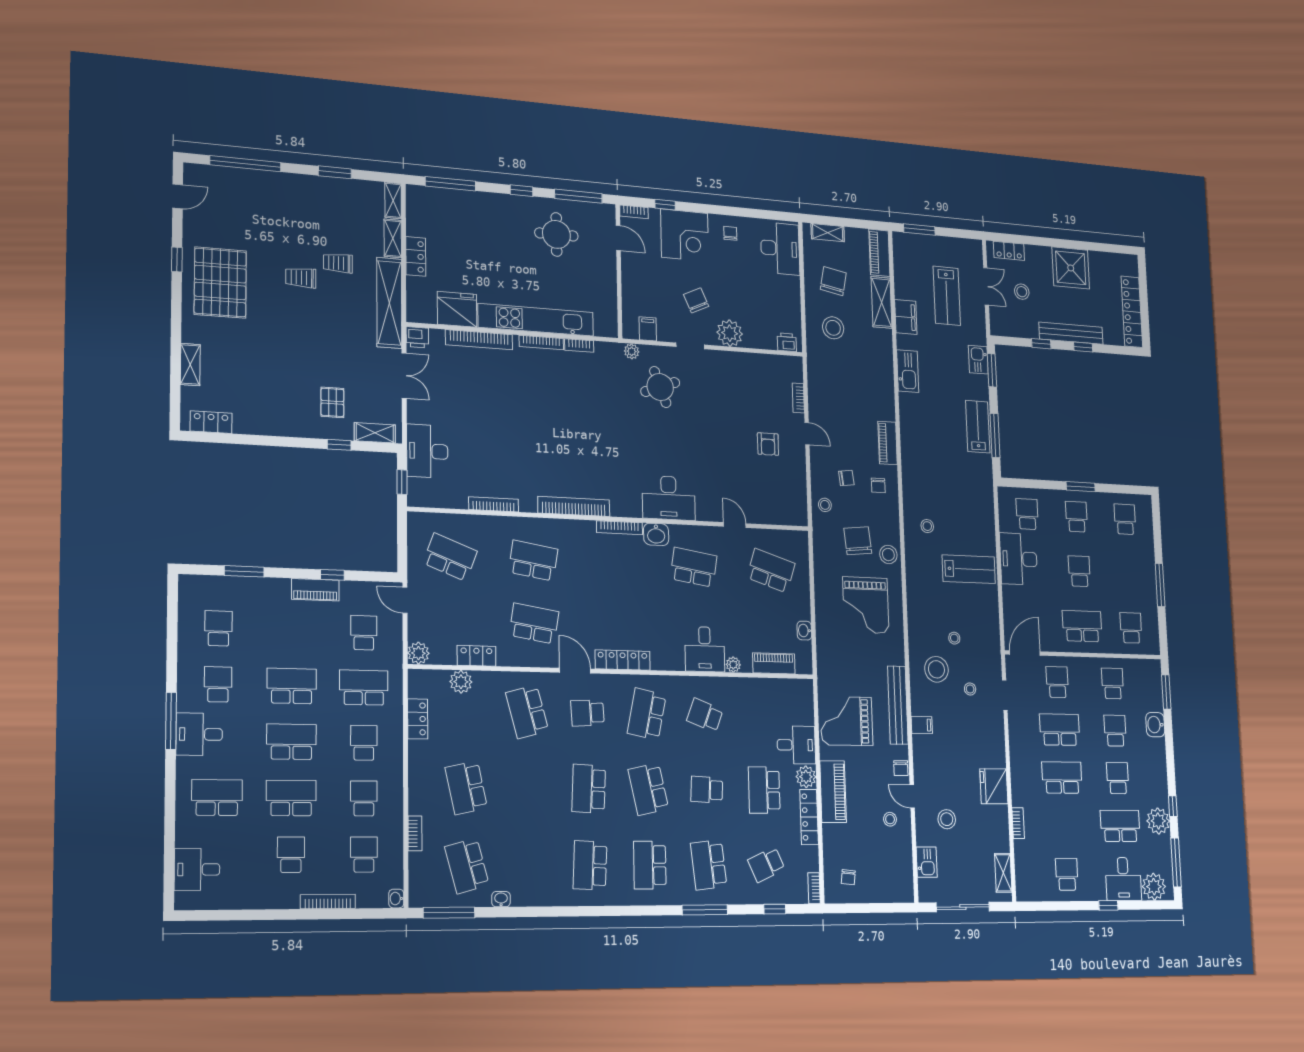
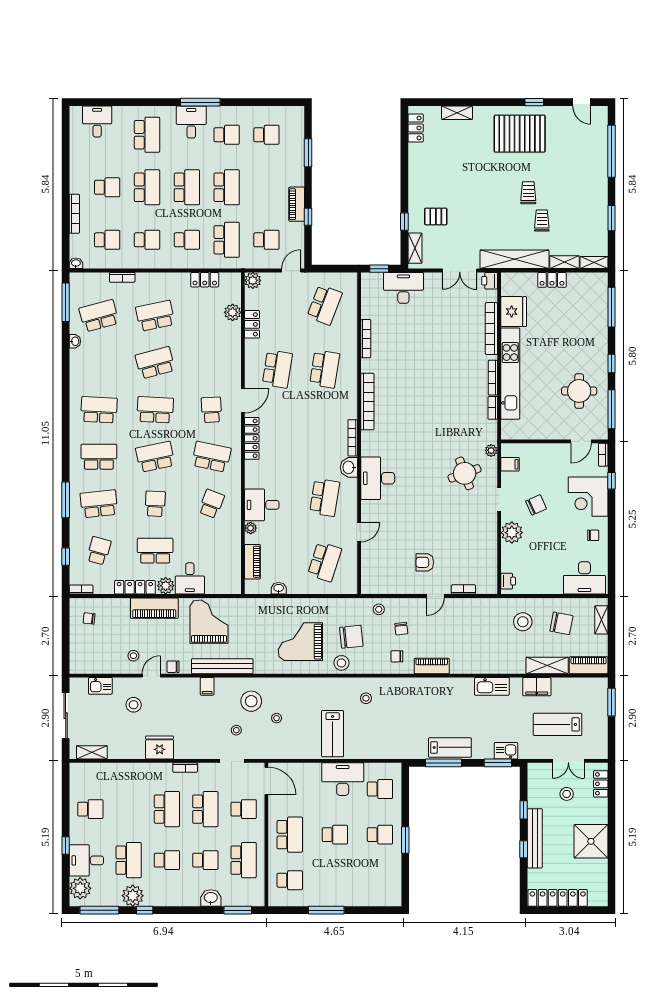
school desk: (1125, 519) -> (380, 880), removed
school desk: (1113, 683) -> (244, 860), width x1.85
school desk: (527, 712) -> (155, 363), moved
bookcase: (1018, 823) -> (185, 768), moved
school desk: (766, 865) -> (99, 551), turned 39

